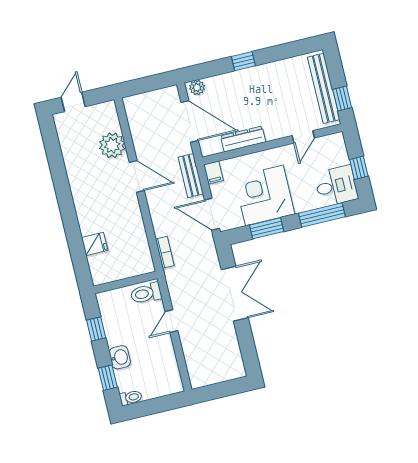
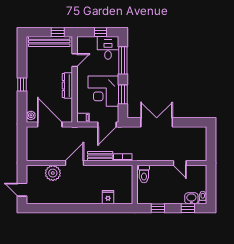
door: (190, 121) -> (50, 124), hinge flipped
door: (303, 137) -> (75, 60), hinge flipped
dresser: (243, 139) -> (67, 86), moved
bench: (191, 176) -> (100, 156), moved
door: (171, 321) -> (180, 163), moved
washbasin: (120, 357) -> (191, 198), moved

